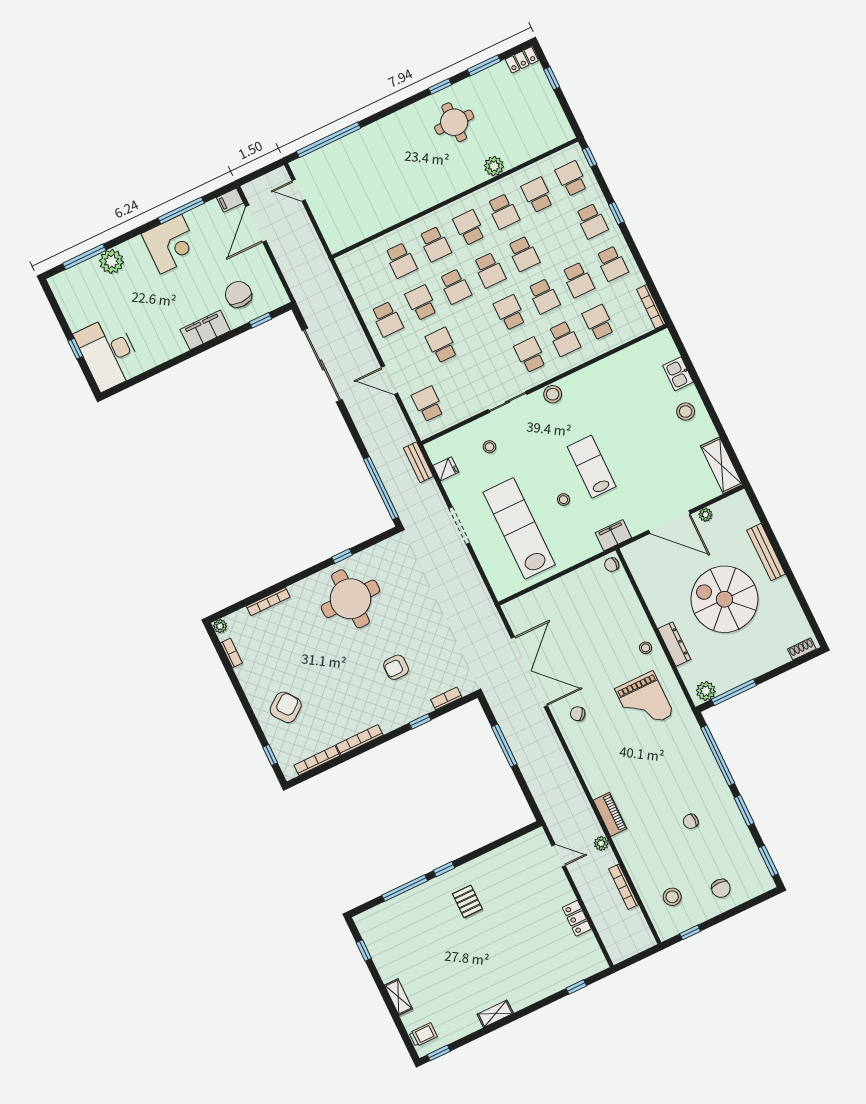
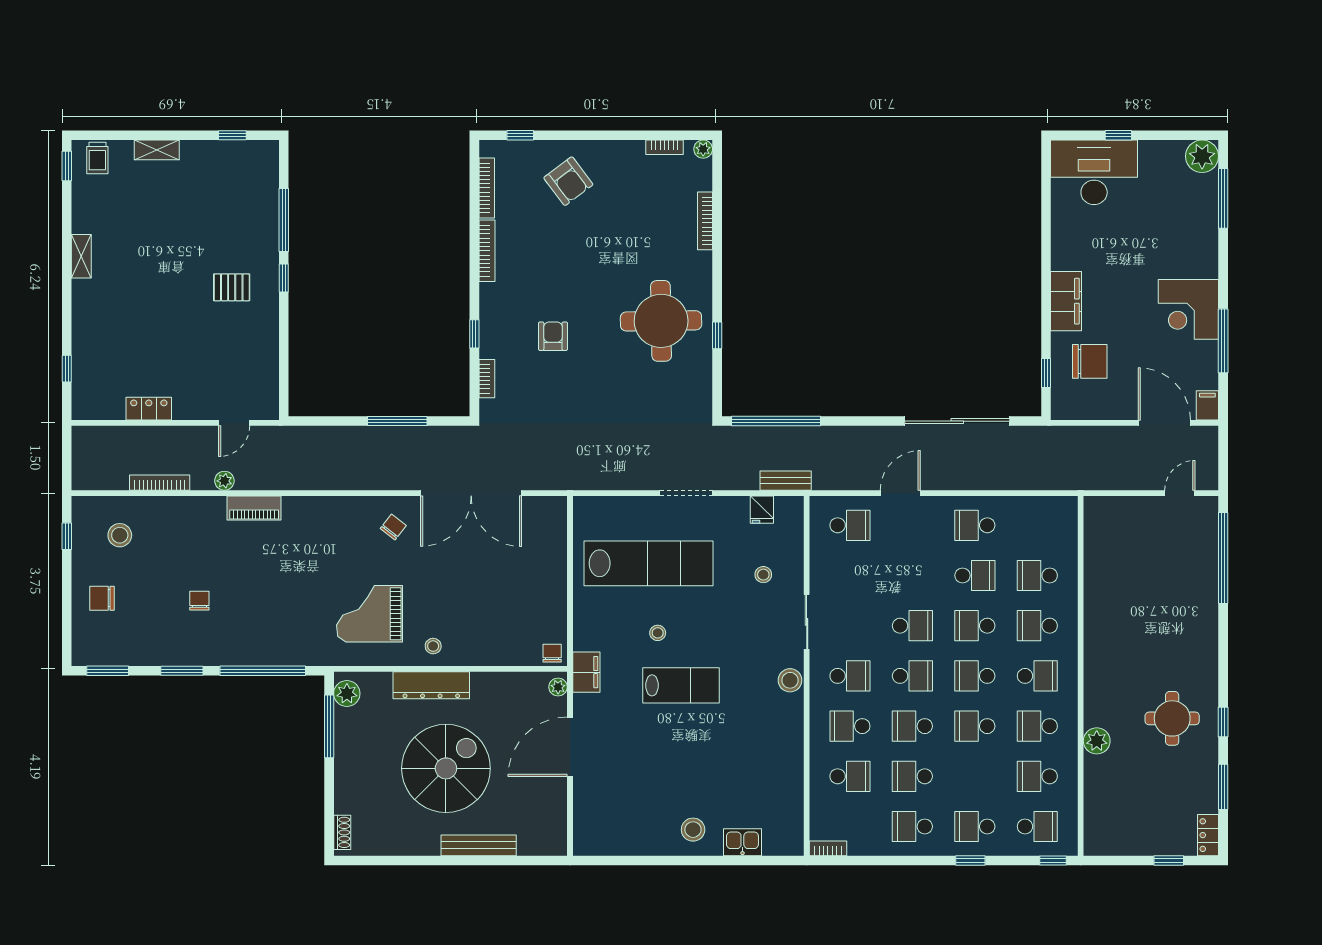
school desk: (537, 195) -> (1037, 776), turned 180
plant: (111, 261) -> (1202, 156), moved
bookcase: (651, 307) -> (828, 848), width x0.64
school desk: (442, 345) -> (912, 626), moved
shelving: (722, 465) -> (608, 842), removed
plant: (706, 515) -> (558, 687), moved
dresser: (674, 644) -> (431, 685), width x1.37, depth x1.24

